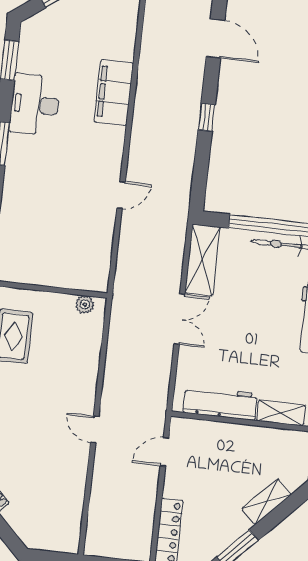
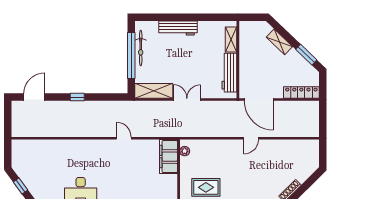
filing cabinet: (114, 93) -> (169, 157), moved, turned 90
door: (165, 452) -> (259, 100), width x1.88

